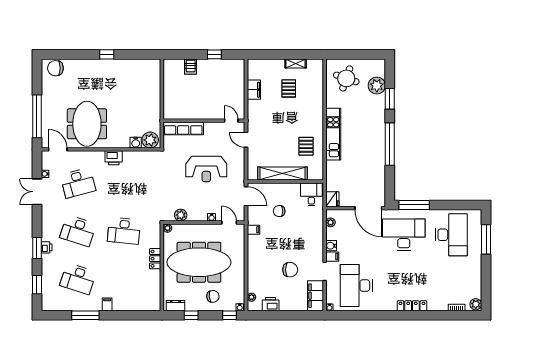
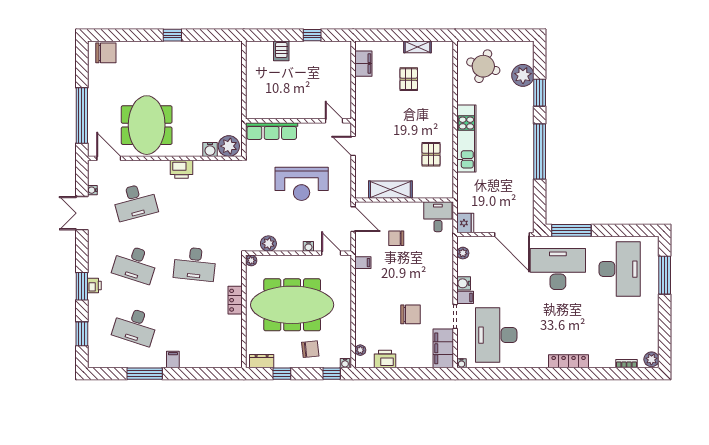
chair: (55, 68) -> (106, 53), turned 180
filing cabinet: (254, 90) -> (363, 64), moved
shelving: (283, 173) -> (390, 190), width x0.68

